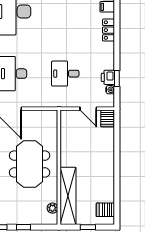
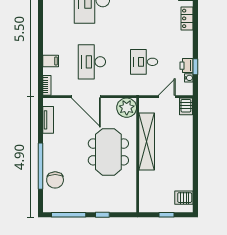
door: (88, 109) -> (167, 97), swing flipped
shelving: (68, 196) -> (147, 142), moved
plant: (52, 208) -> (127, 108), moved, width x1.88, depth x1.88

